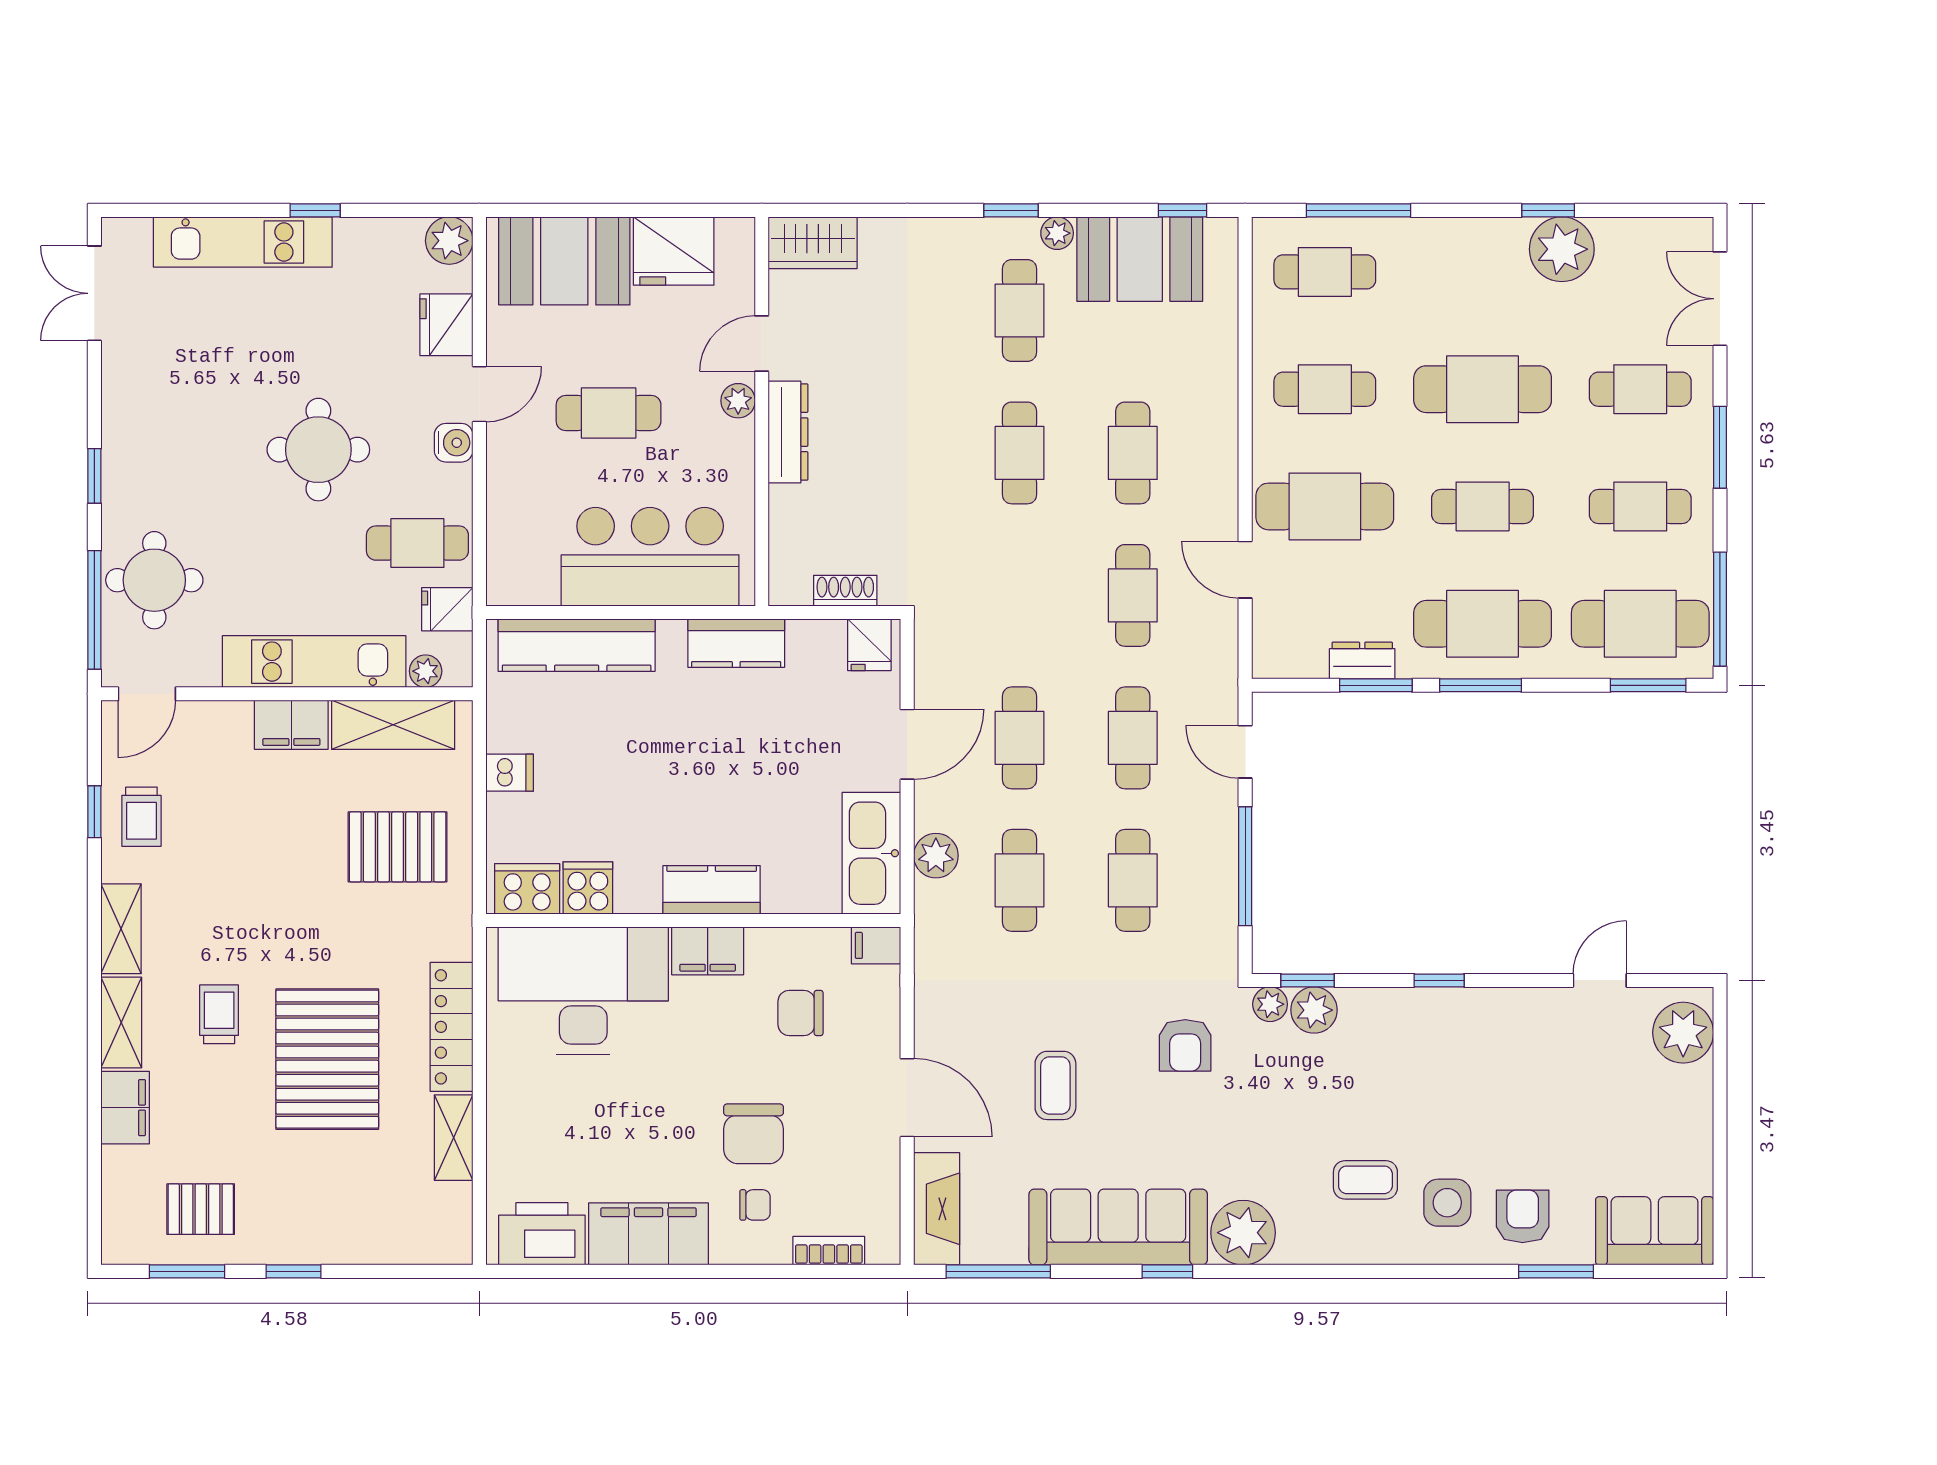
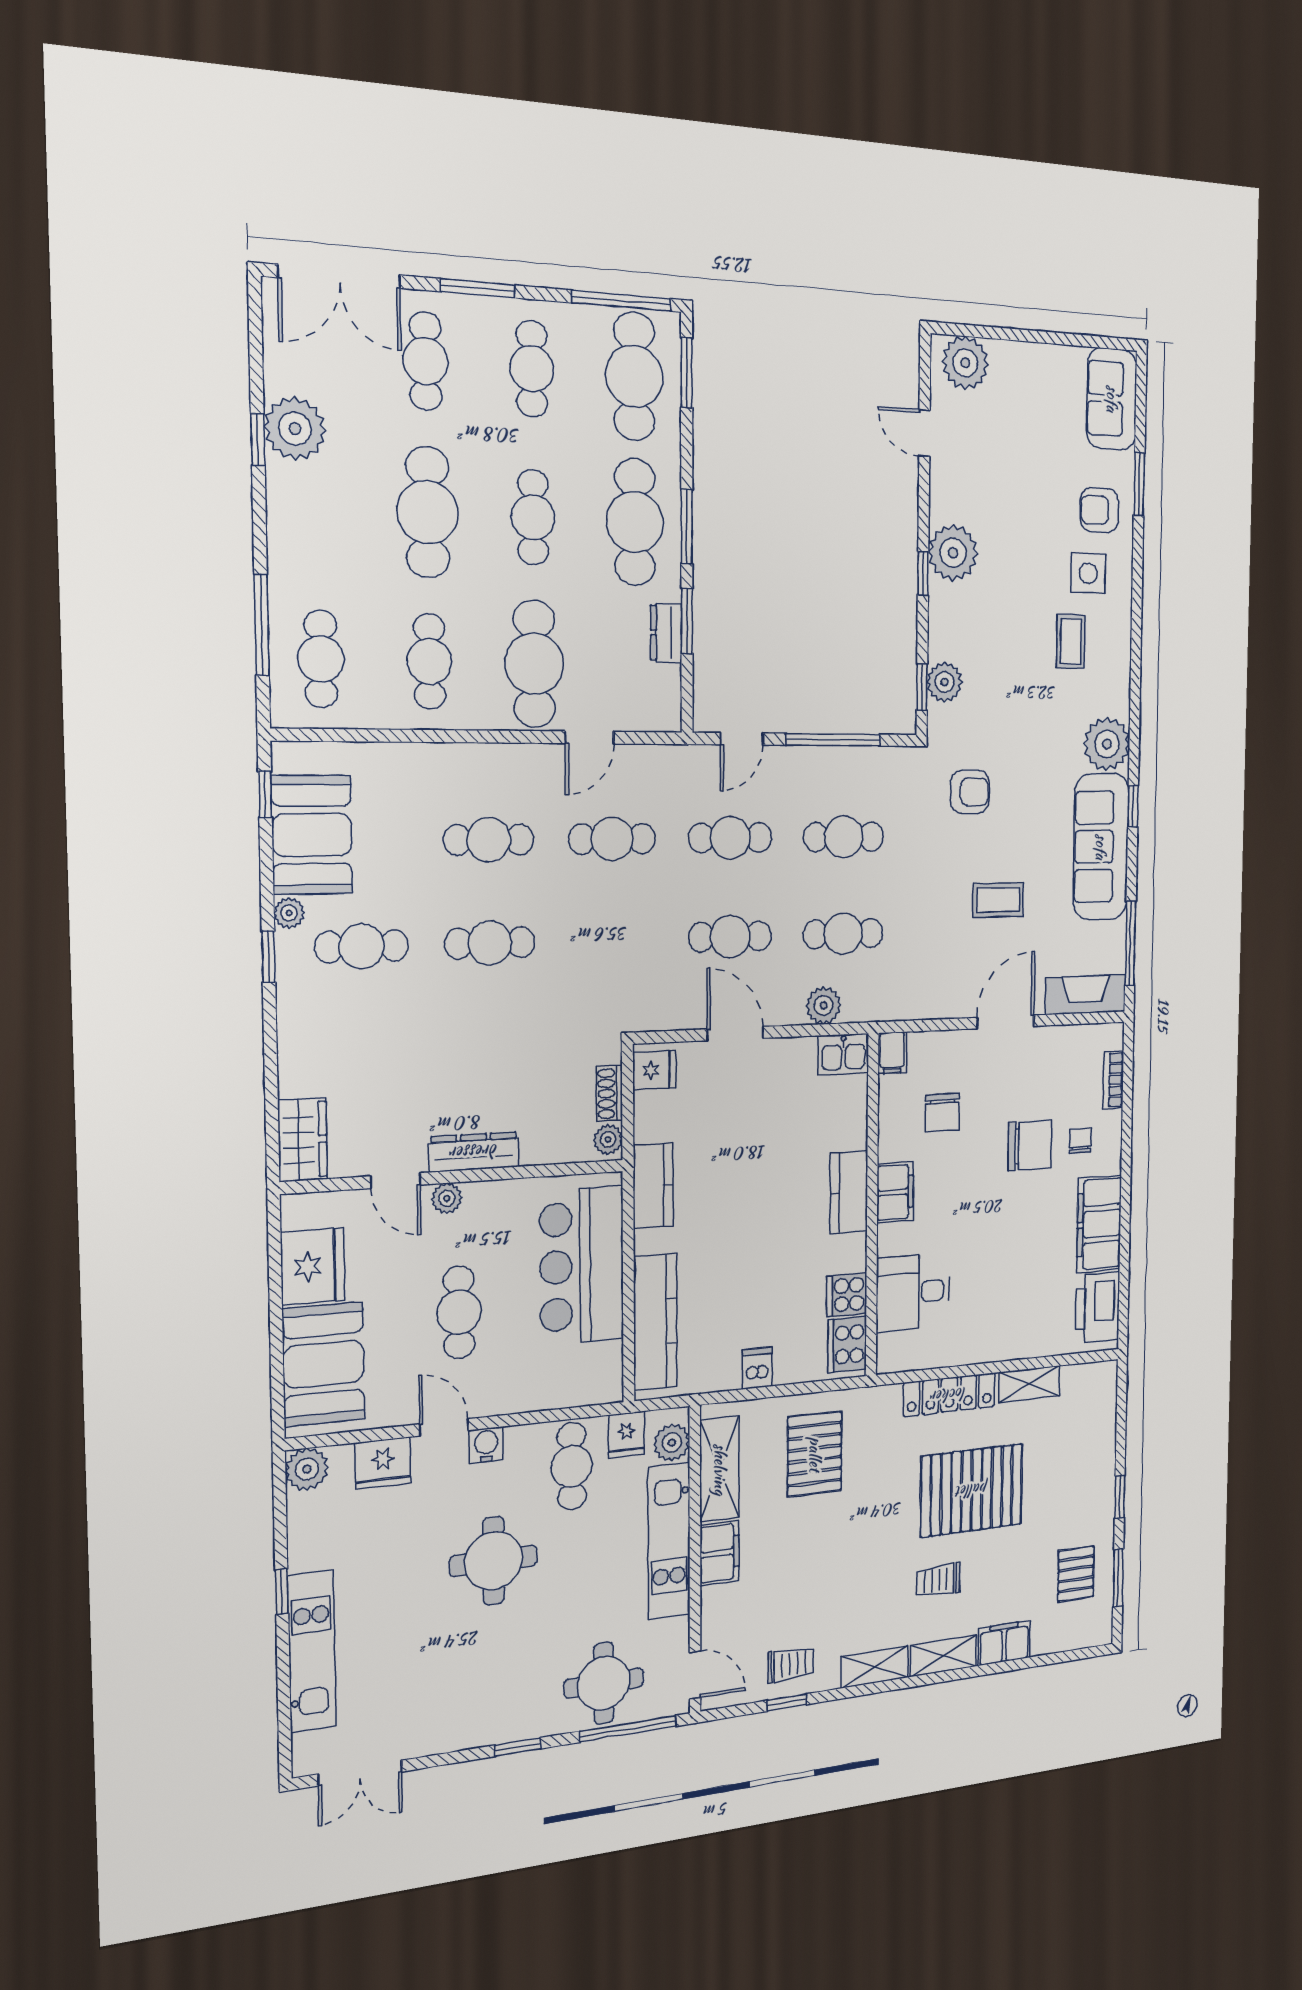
double door: (1720, 299) -> (340, 276), width x1.37
plant: (793, 589) -> (608, 1139), added
plant: (426, 671) -> (672, 1443), width x1.38, depth x1.38
kitchen sink: (871, 853) -> (843, 1054), width x0.53, depth x0.81
desk: (583, 991) -> (913, 1292), width x0.53, depth x0.77
plant: (1270, 1004) -> (953, 553), moved, width x1.88, depth x1.88

